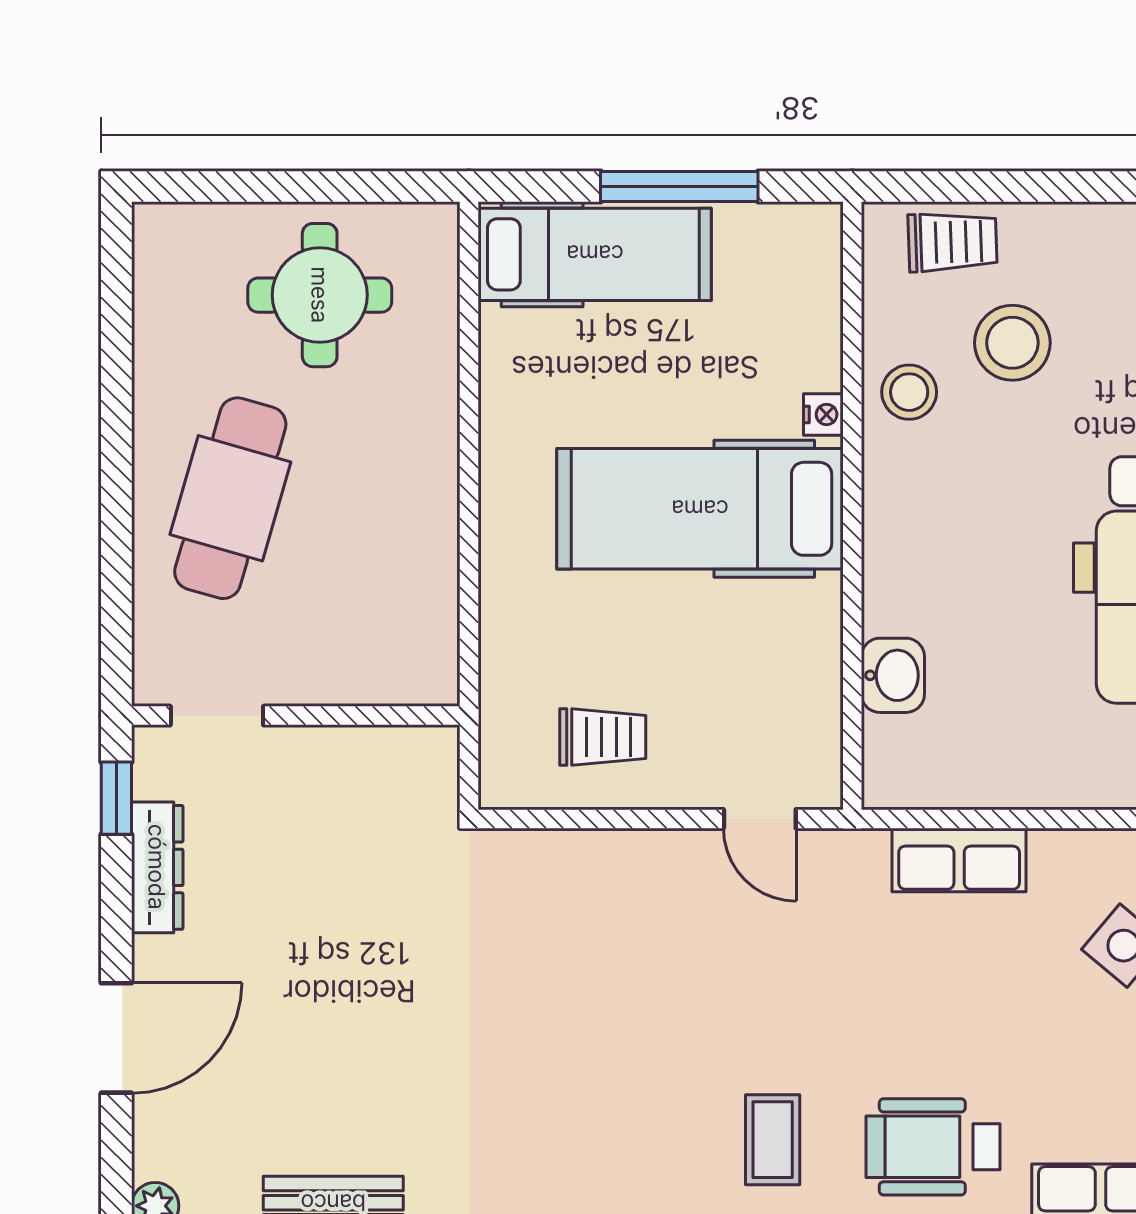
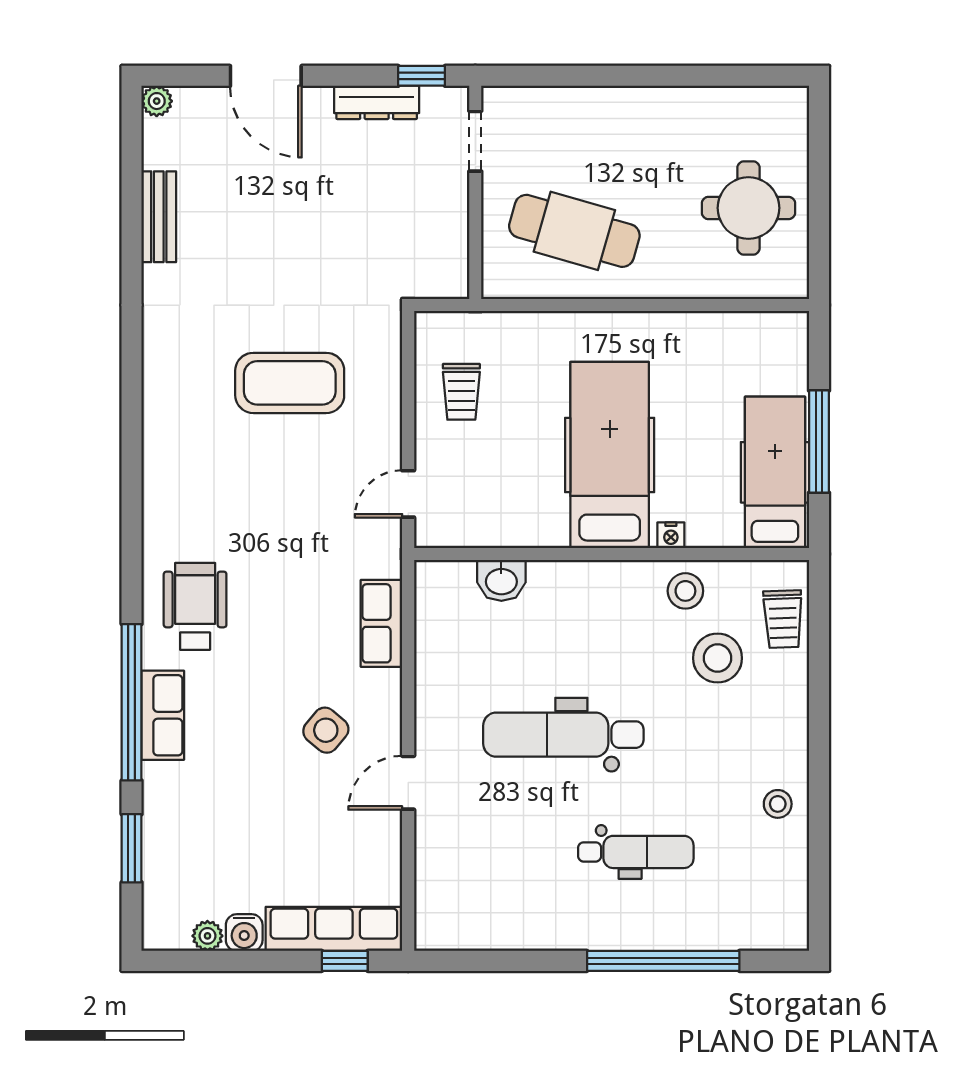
hospital bed: (595, 254) -> (775, 472), moved, turned 180
cafe table: (230, 498) -> (574, 231), moved
coffee table: (773, 1140) -> (290, 383), moved, width x1.86, depth x1.72

